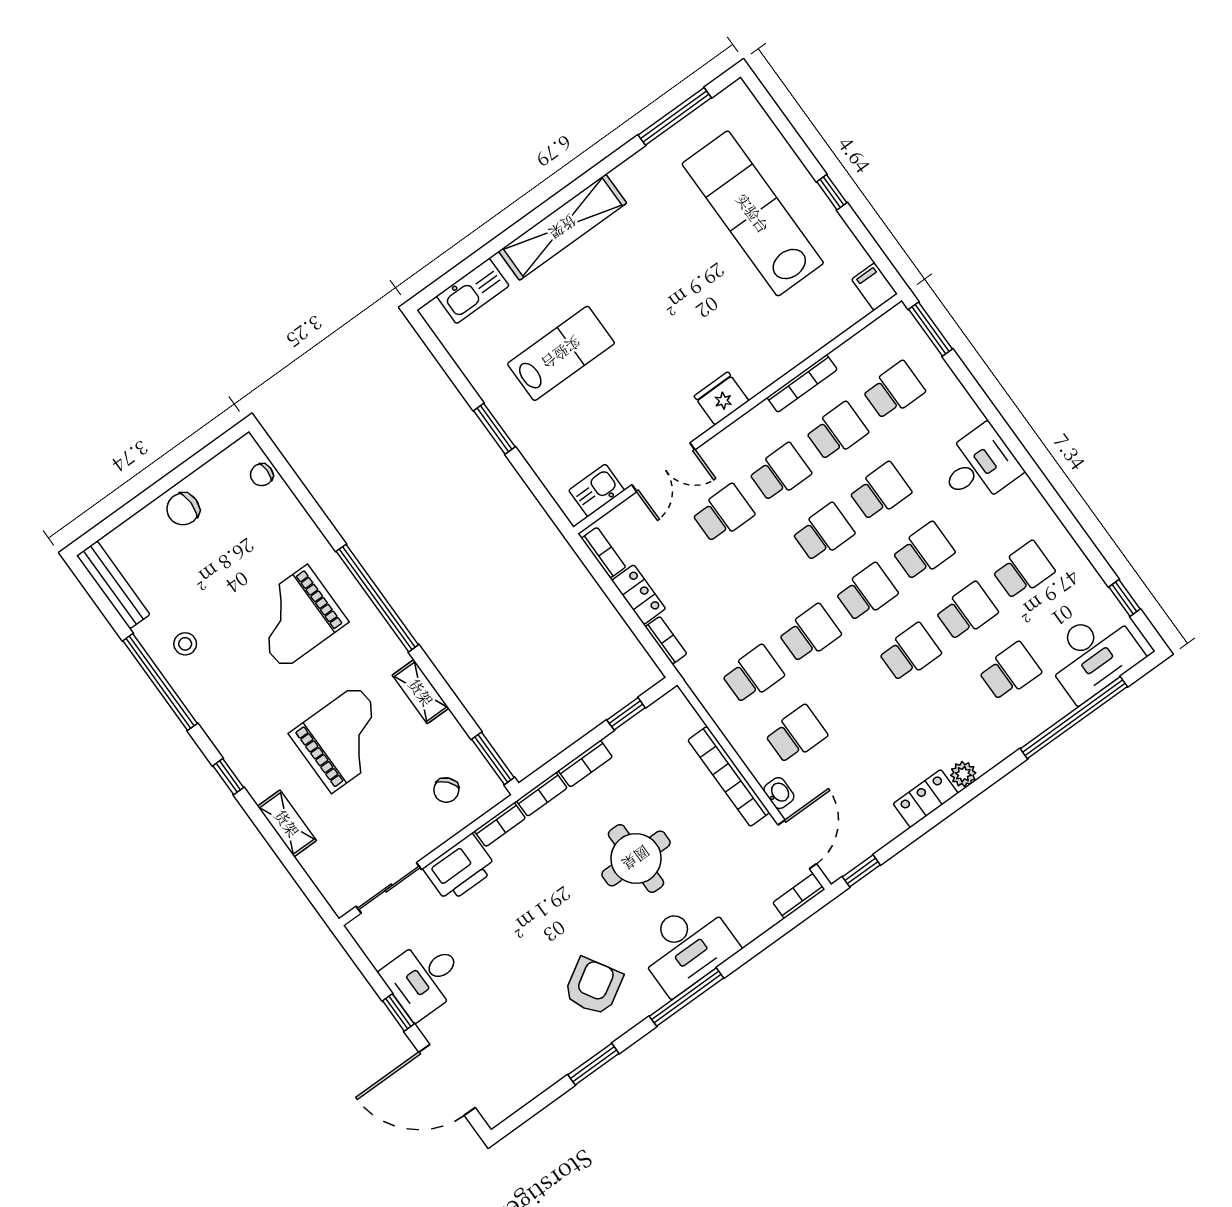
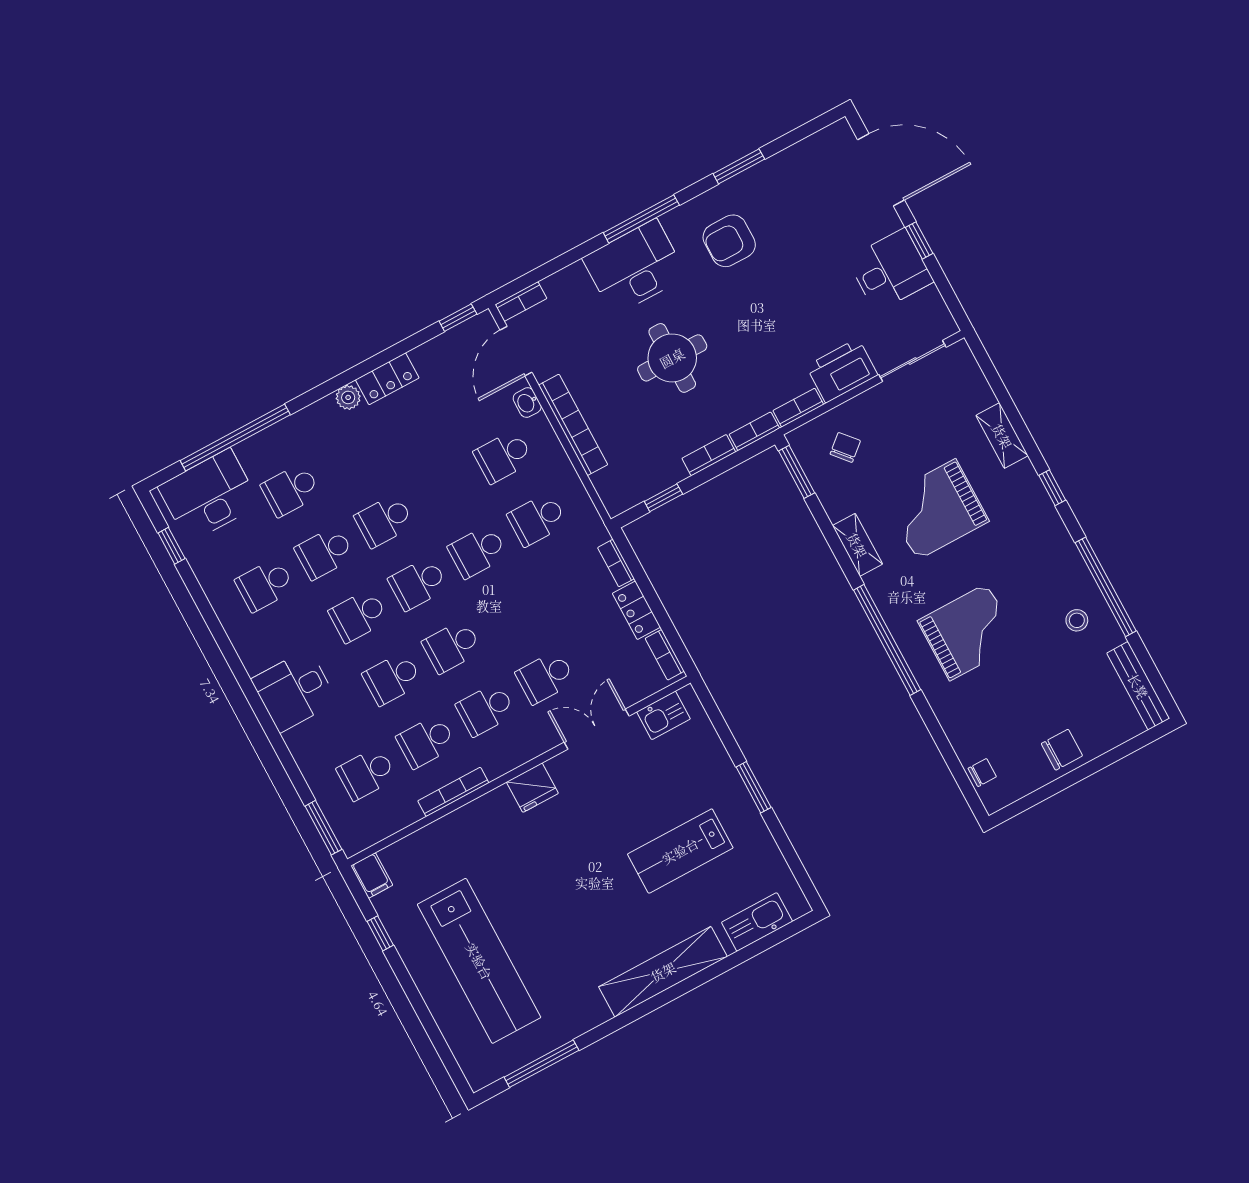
window: (832, 192) -> (380, 933), moved
armchair: (593, 986) -> (729, 241), turned 31

